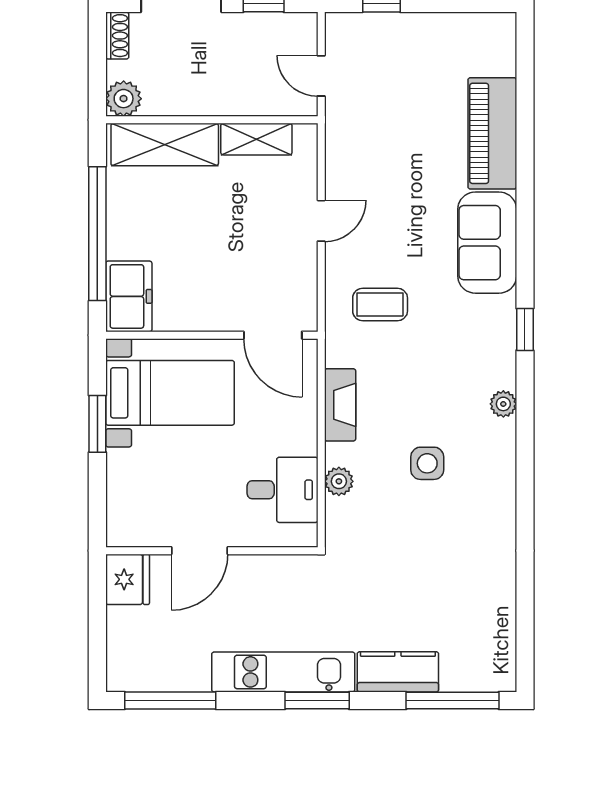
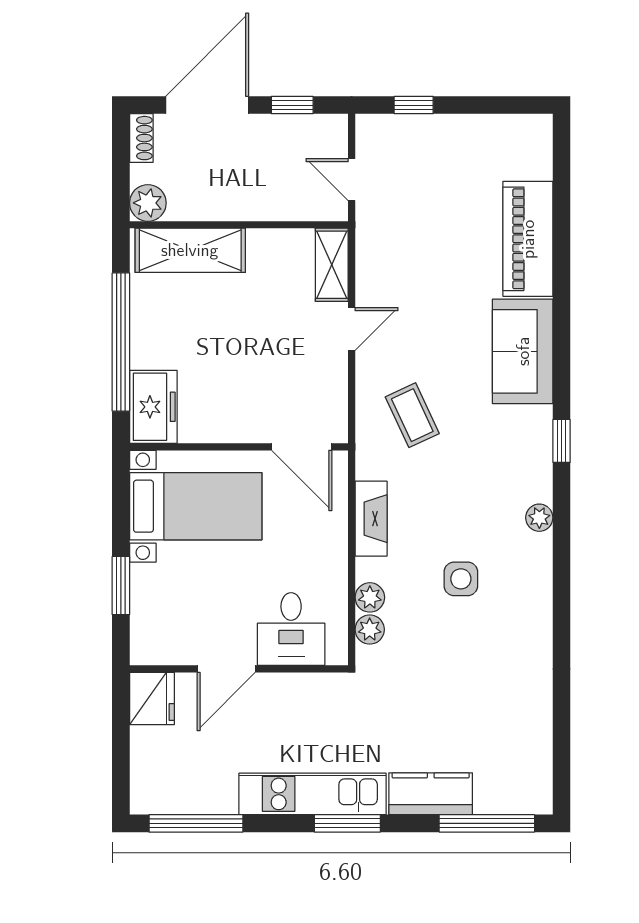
shelving: (256, 139) -> (332, 265), moved, turned 90
coffee table: (380, 304) -> (412, 415), turned 65
window: (97, 424) -> (121, 586), moved
desk: (283, 490) -> (291, 629), moved, turned 90
plant: (339, 512) -> (370, 630), added

